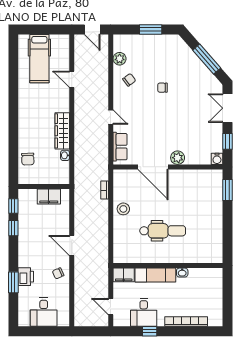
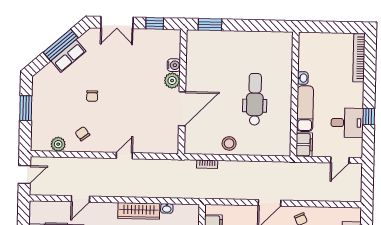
row of seats: (120, 147) -> (68, 56), moved, turned 139
water cooler: (217, 159) -> (174, 65), moved
bookcase: (186, 322) -> (359, 58), moved

